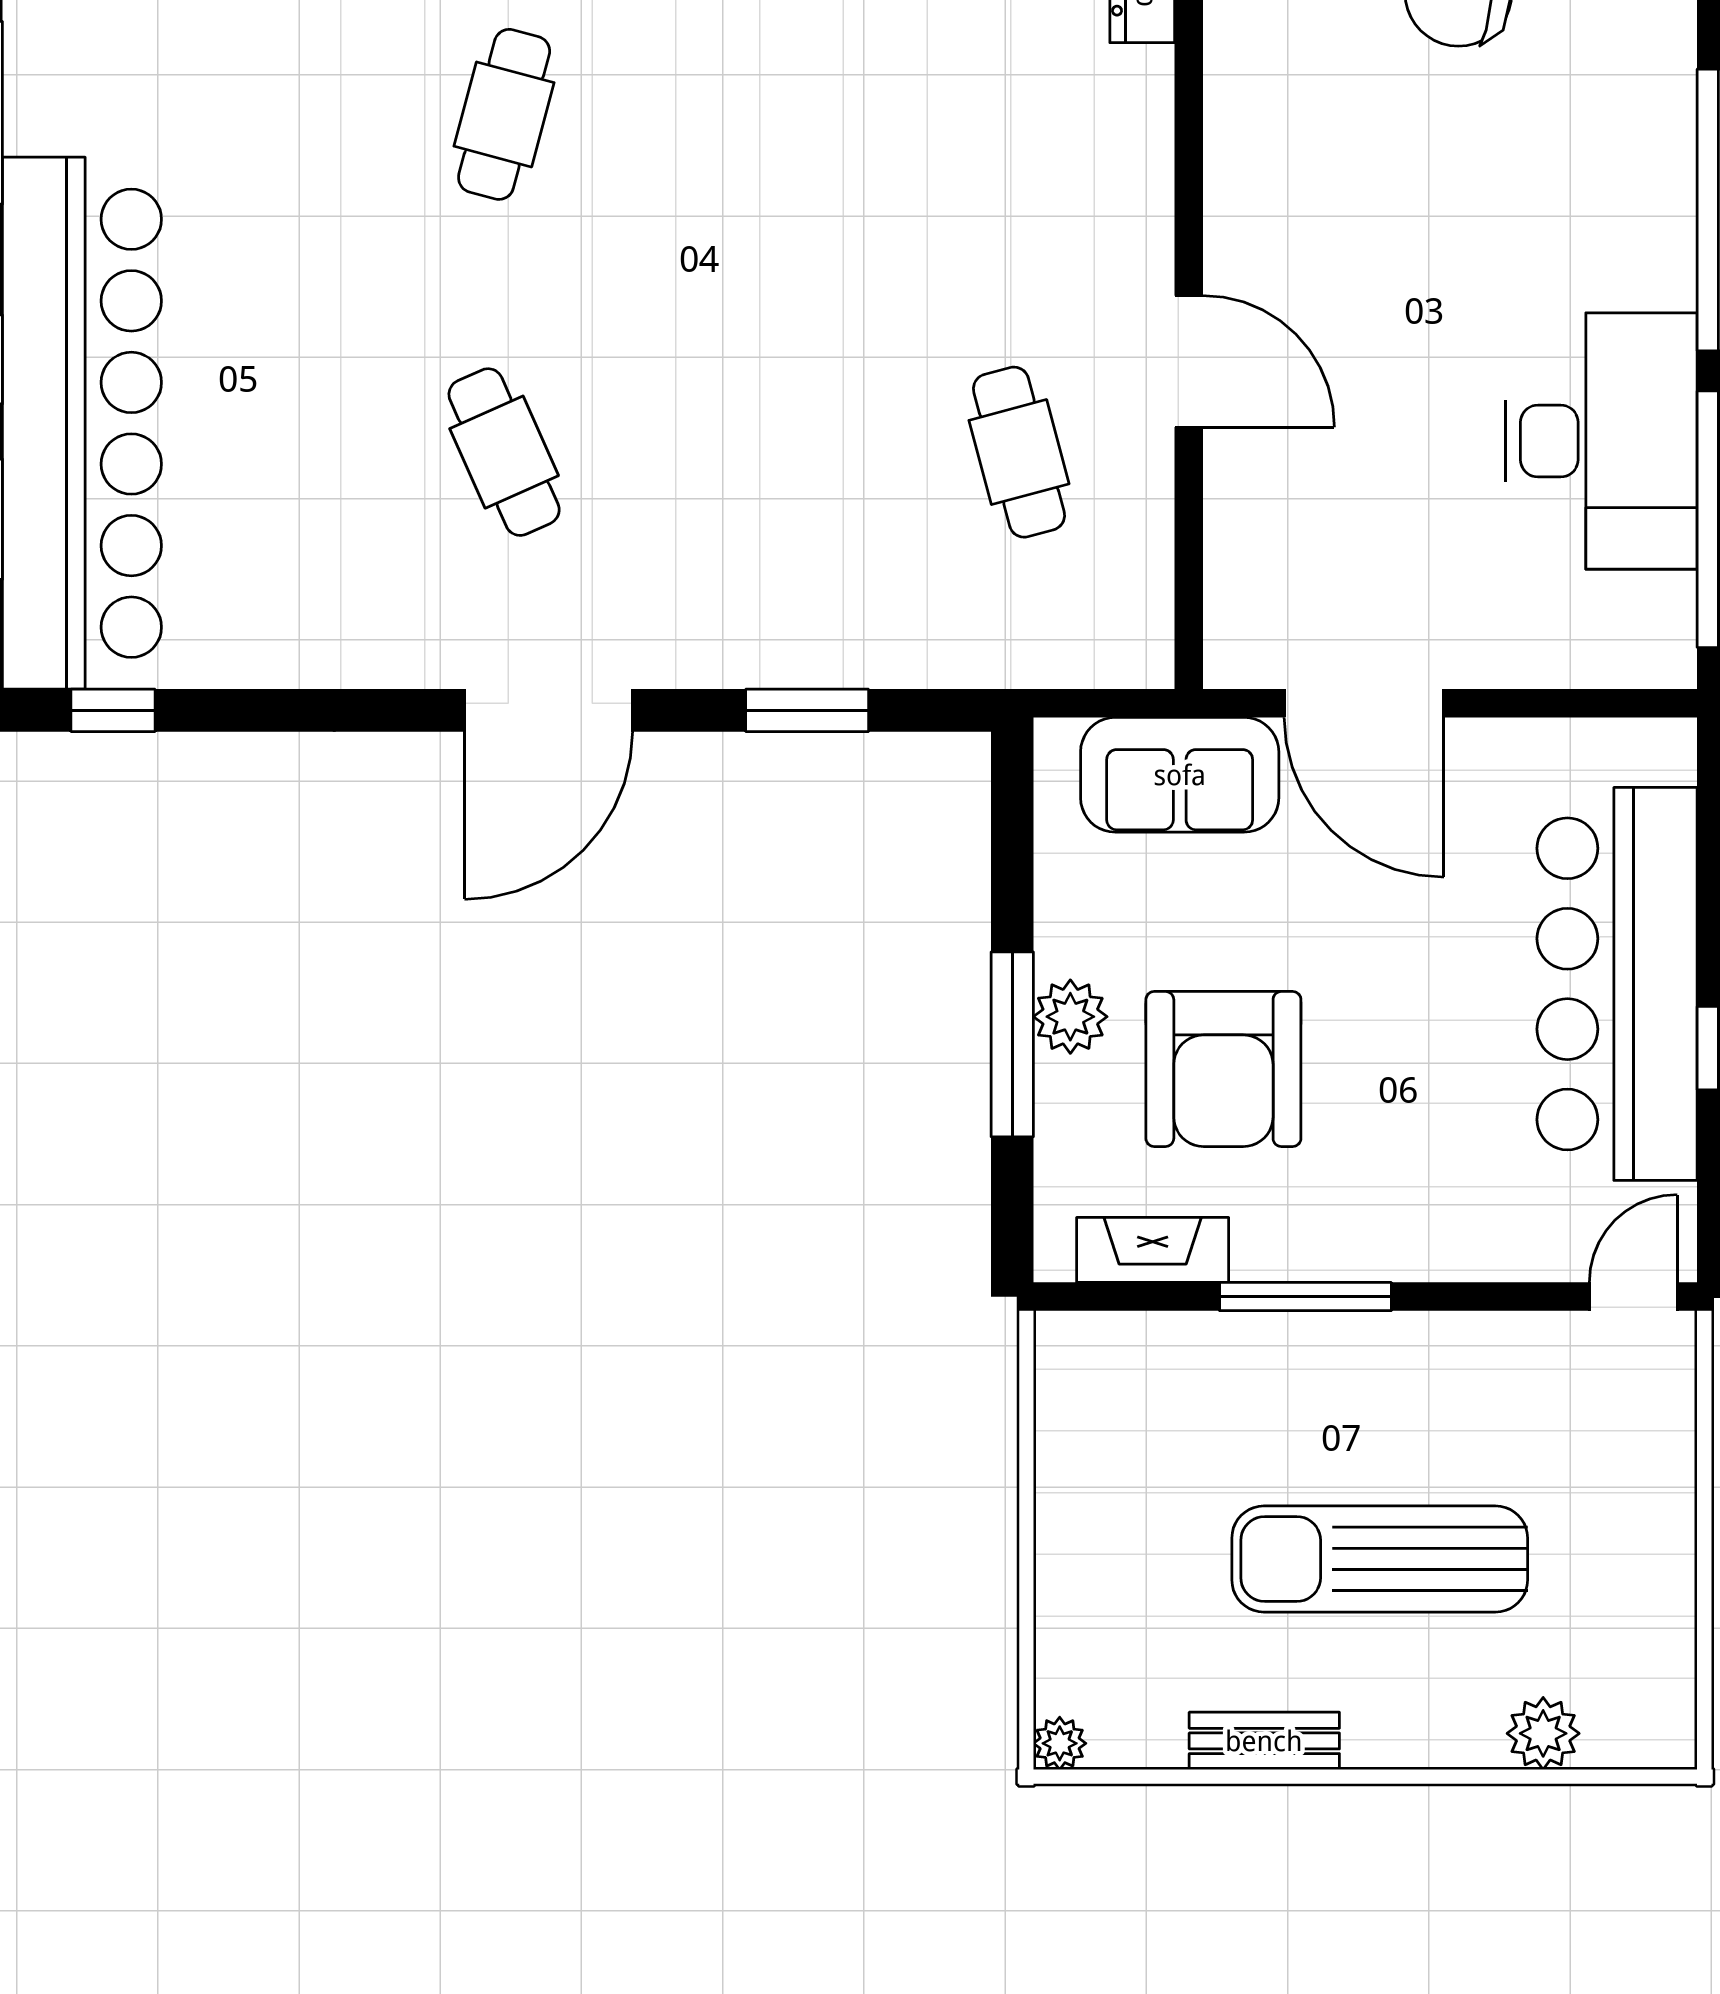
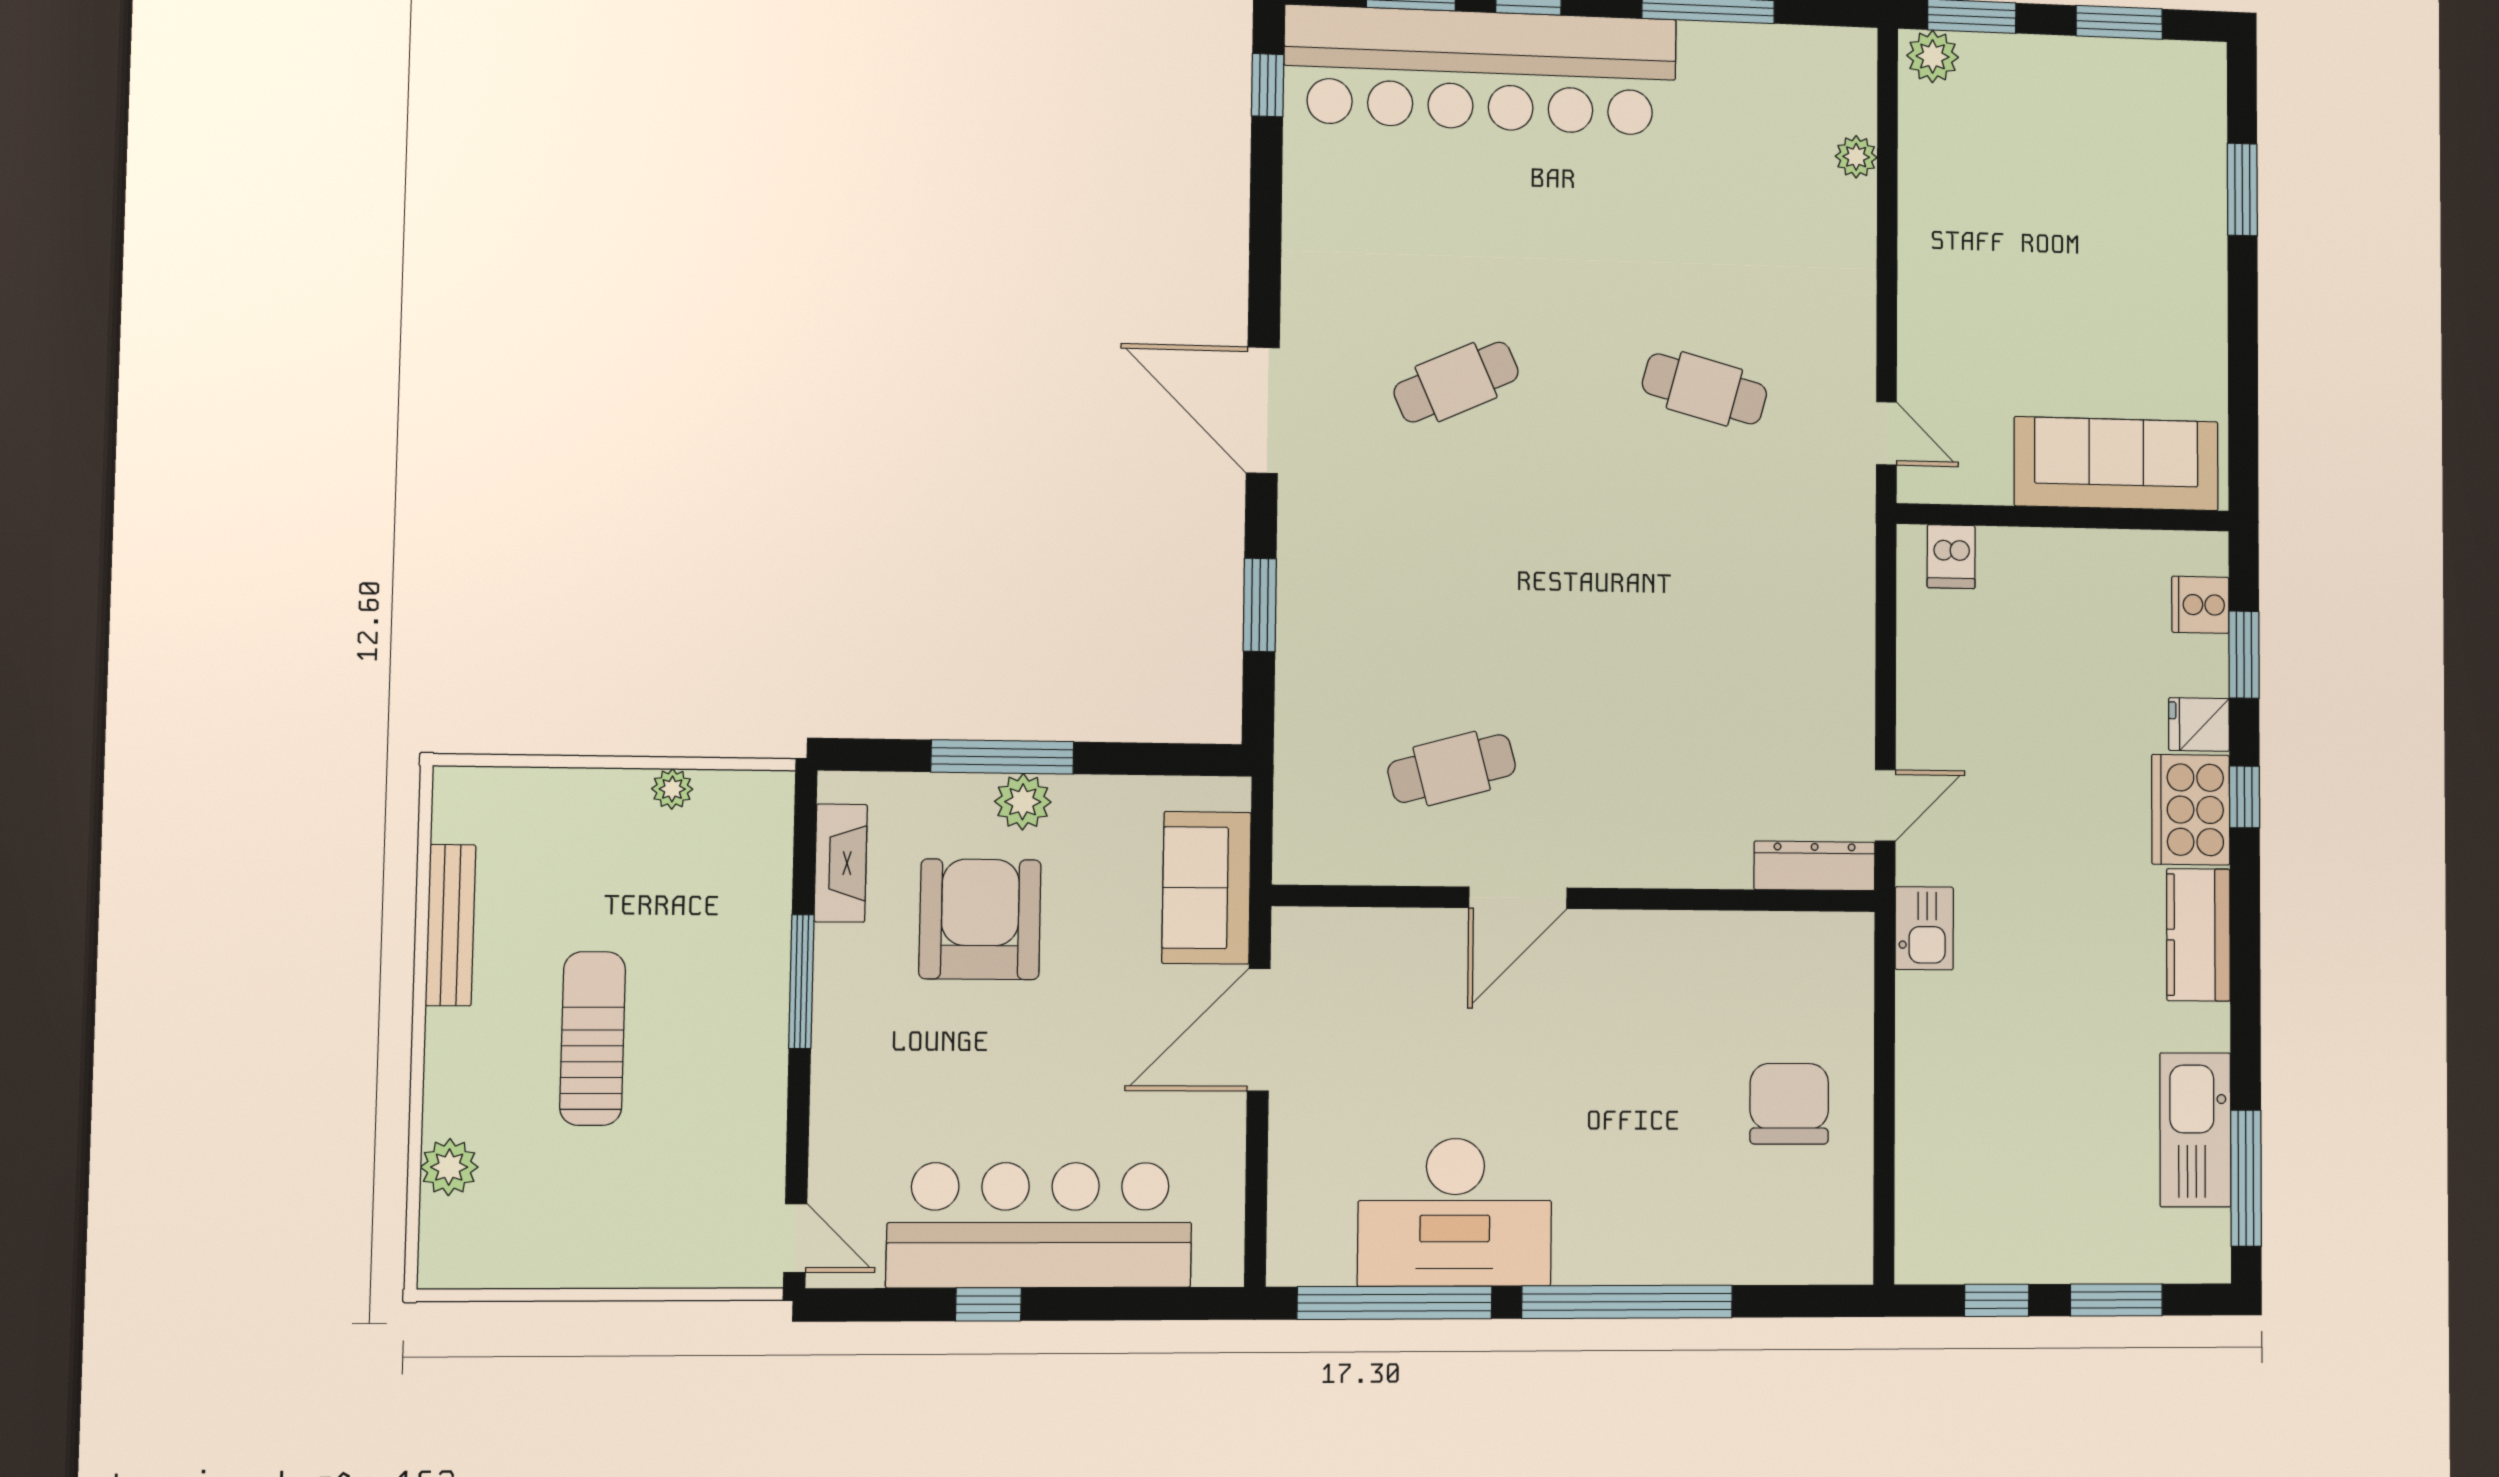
armchair: (1223, 1069) -> (980, 919), turned 90
sun lounger: (1380, 1559) -> (593, 1038), width x0.73, depth x0.75
bench: (1264, 1741) -> (450, 925), width x1.36
plant: (1060, 1743) -> (672, 789), moved

